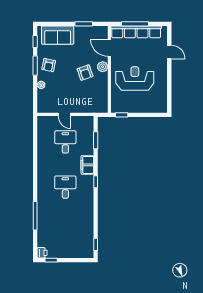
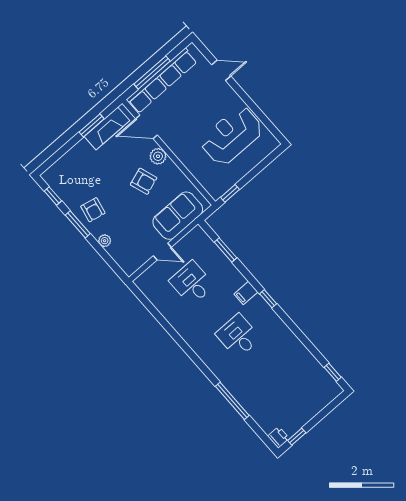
fireplace: (90, 32) -> (107, 128), added
sofa: (58, 35) -> (178, 216), moved, turned 180
reception desk: (135, 79) -> (232, 136), moved
filing cabinet: (87, 165) -> (246, 293), width x0.50

